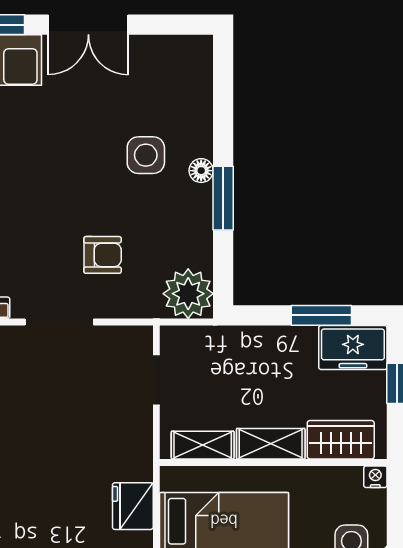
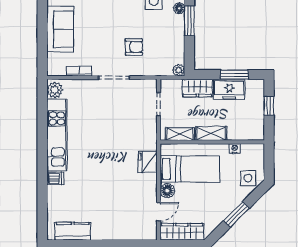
plant: (188, 294) -> (179, 70), width x0.53, depth x0.53
freezer: (353, 348) -> (229, 89), moved
wardrobe: (341, 440) -> (197, 88), moved, turned 180
nightstand: (375, 477) -> (235, 149), moved

